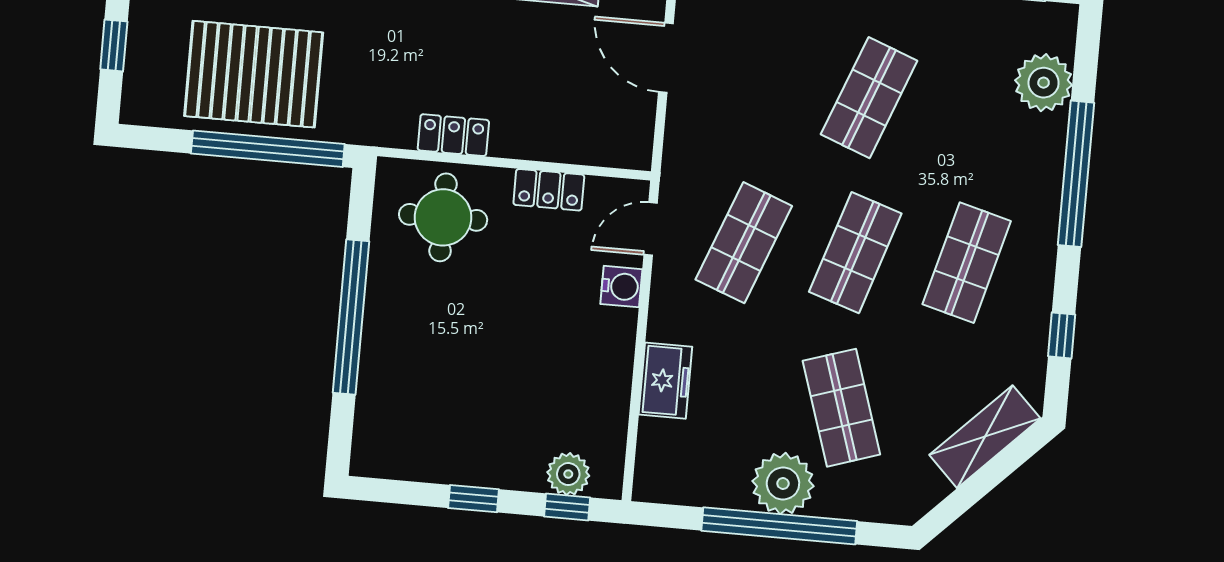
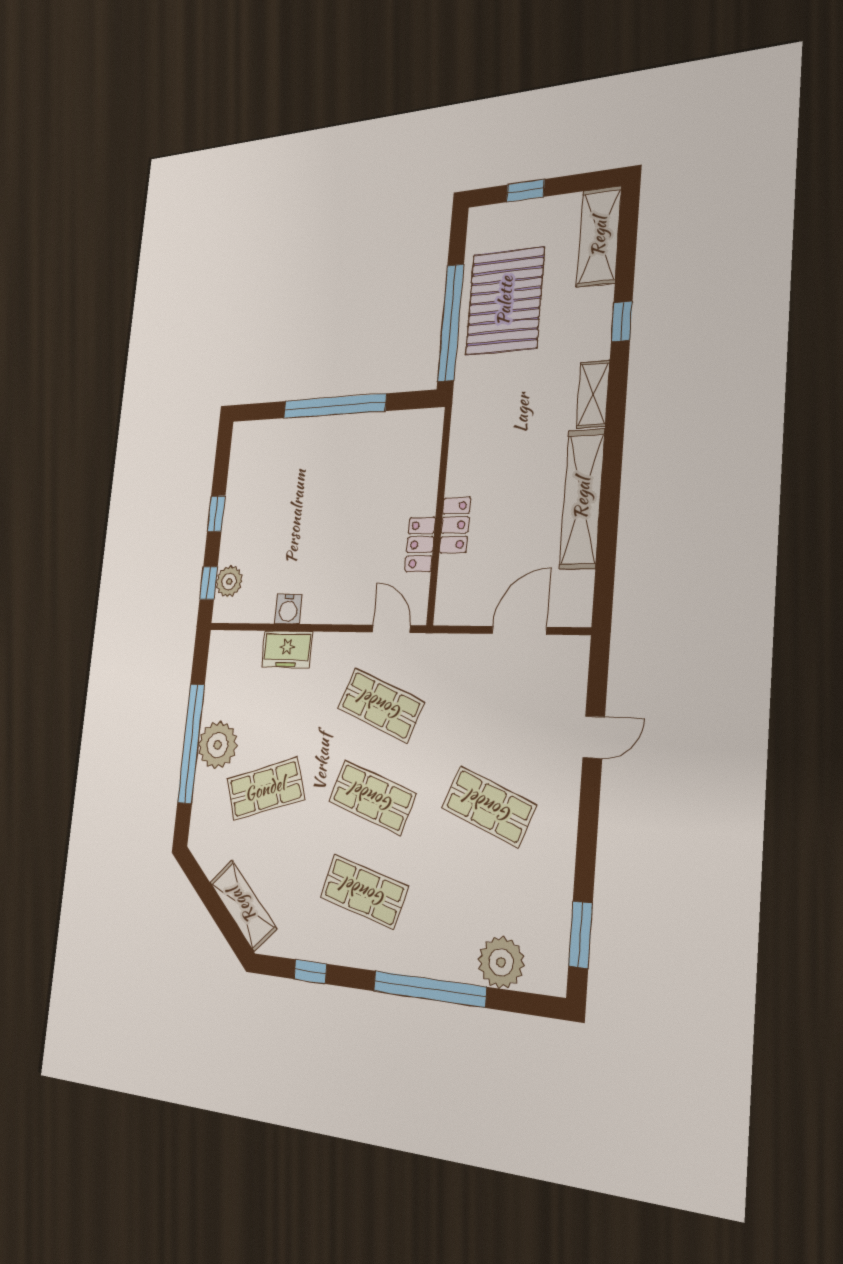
locker: (453, 135) -> (455, 525), moved
round table: (443, 217) -> (401, 465), removed
water cooler: (621, 287) -> (288, 609), moved

